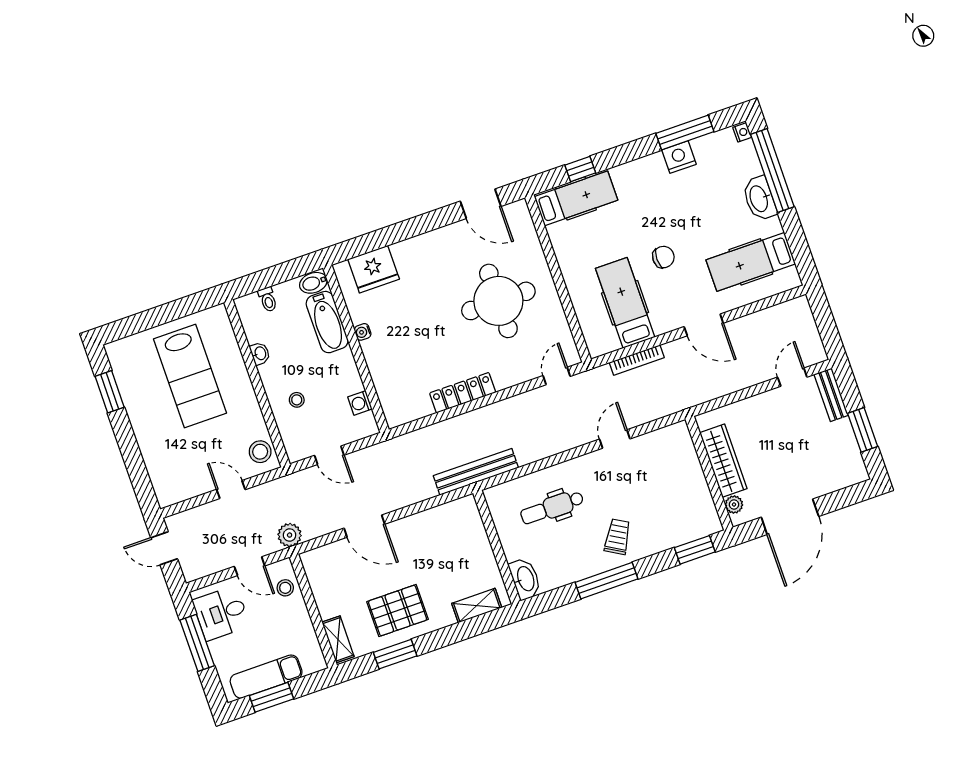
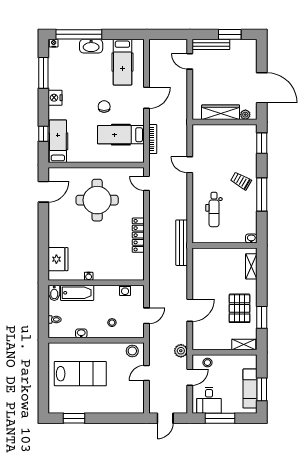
nightstand: (679, 157) -> (55, 98), moved
bench: (831, 395) -> (211, 44), width x1.36
washbasin: (525, 579) -> (251, 239), width x0.52, depth x0.69

